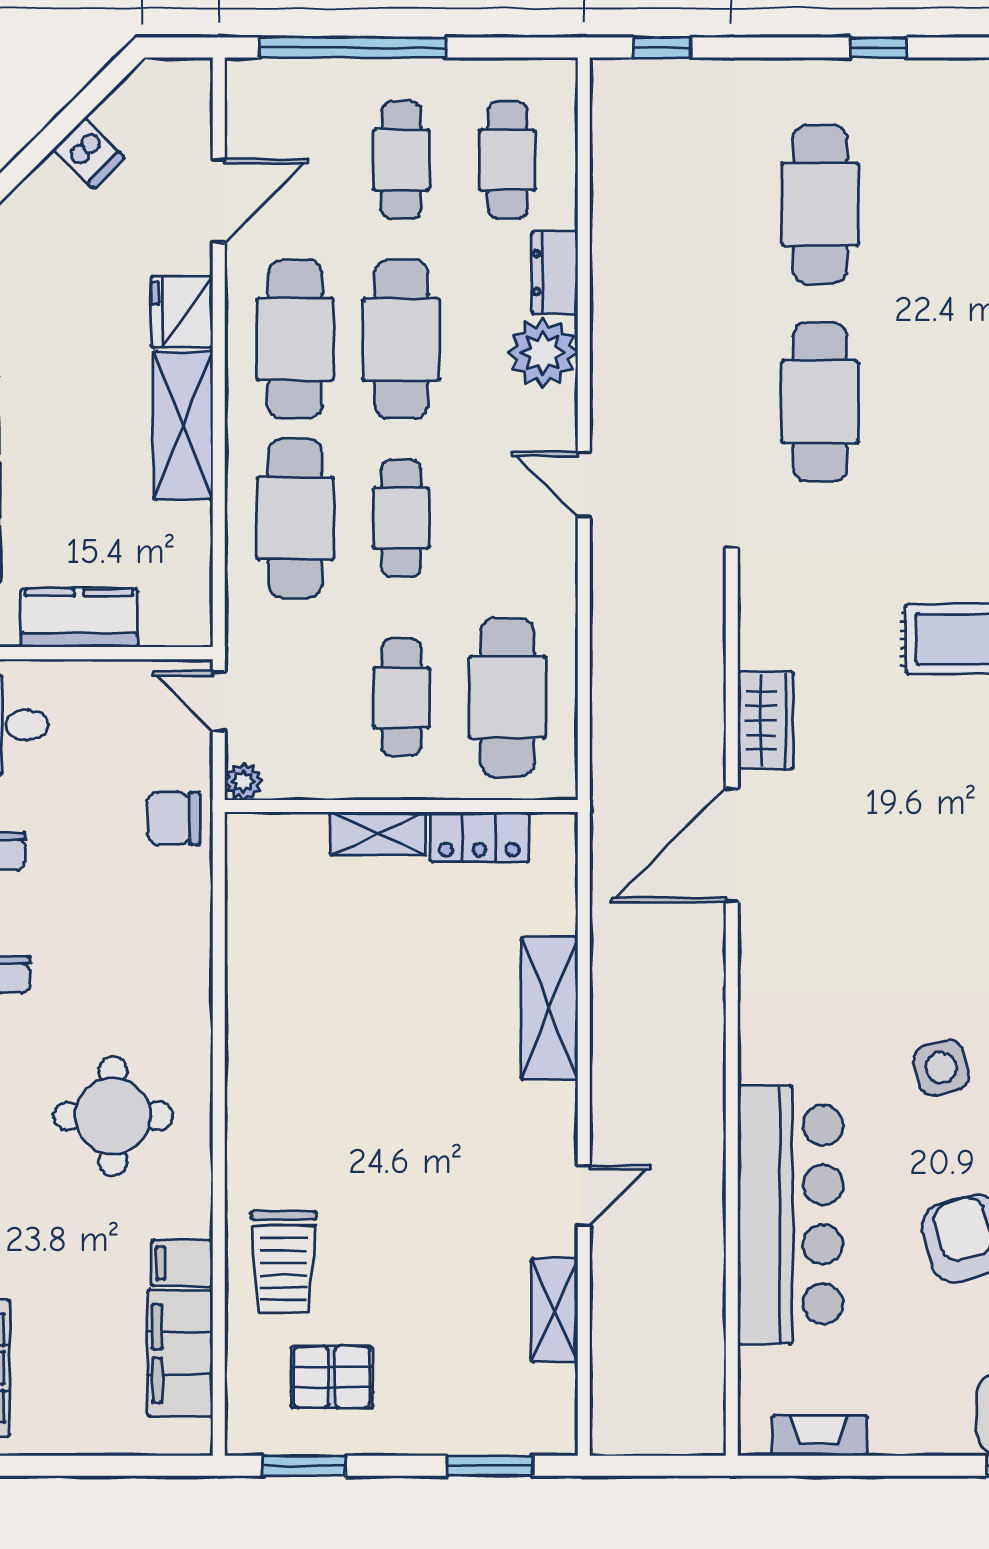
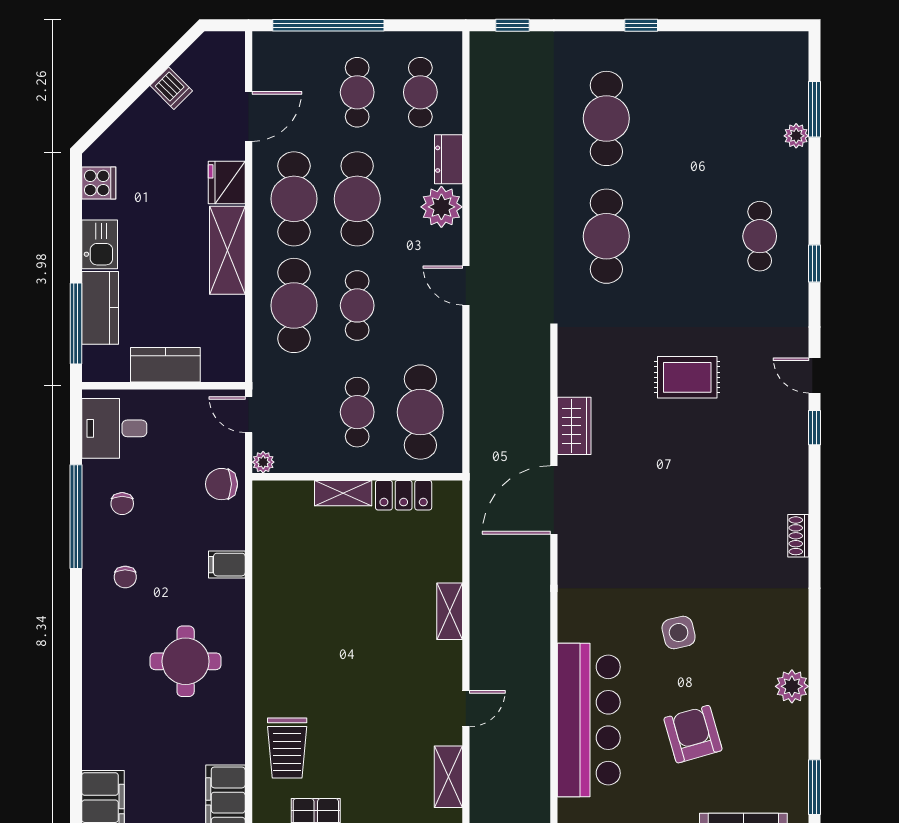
shelving: (549, 1008) -> (450, 611), width x0.67, depth x0.75
filing cabinet: (182, 1263) -> (227, 565), moved

